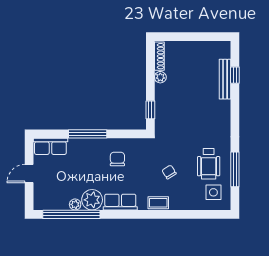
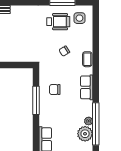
window: (150, 110) -> (18, 65), removed
window: (88, 134) -> (36, 100), moved
plant: (92, 200) -> (85, 134), moved

